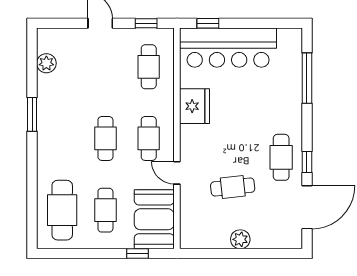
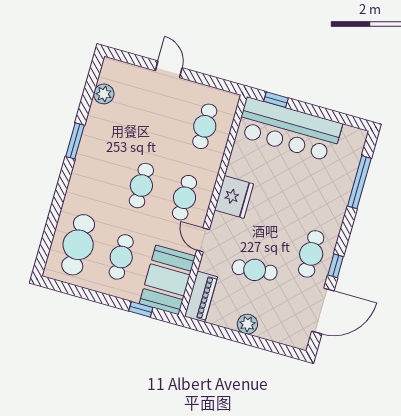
window: (146, 23) -> (214, 82), removed
fridge: (194, 106) -> (234, 197), moved
piano: (190, 226) -> (201, 297), added

